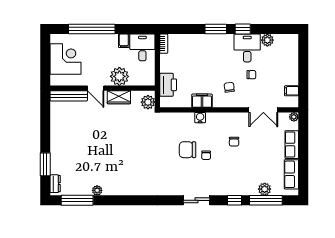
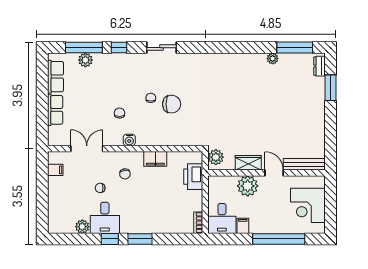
plant: (294, 117) -> (53, 141), removed
water cooler: (200, 118) -> (129, 140), moved

